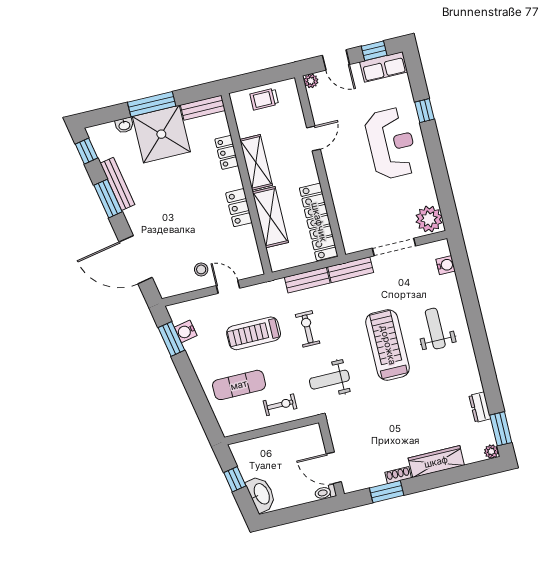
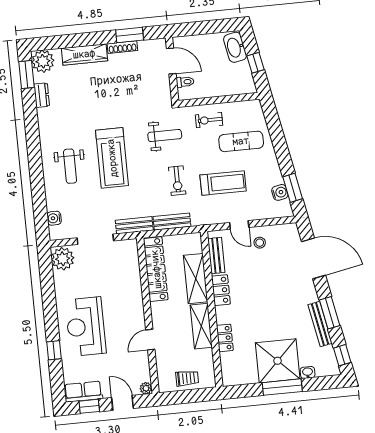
bench: (203, 108) -> (216, 255), moved, turned 90
plant: (491, 452) -> (43, 61), width x1.88, depth x1.88
shoe rack: (398, 475) -> (122, 47), width x1.43
toilet: (325, 492) -> (185, 82), moved

